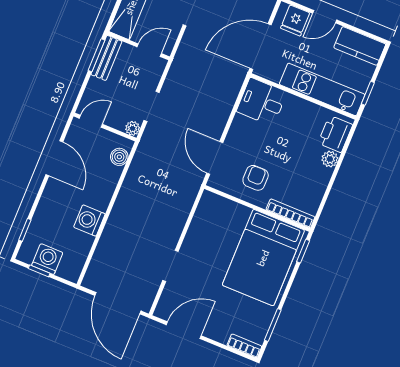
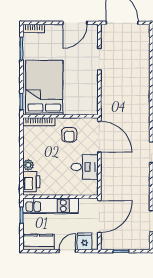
desk: (262, 102) -> (85, 167), moved
door: (215, 158) -> (99, 137), width x1.36

